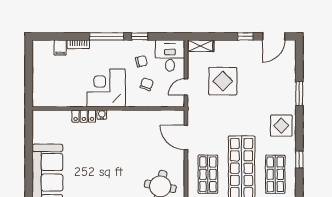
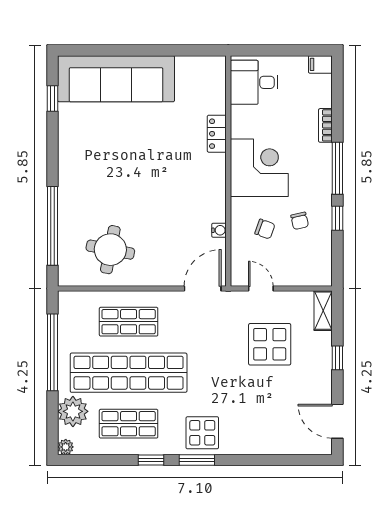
window: (245, 36) -> (337, 358), moved
filing cabinet: (60, 48) -> (320, 64), moved
desk: (170, 56) -> (254, 82), moved, turned 180
window: (299, 94) -> (197, 460), moved
water cooler: (102, 115) -> (219, 230), moved
door: (186, 137) -> (203, 288), moved

